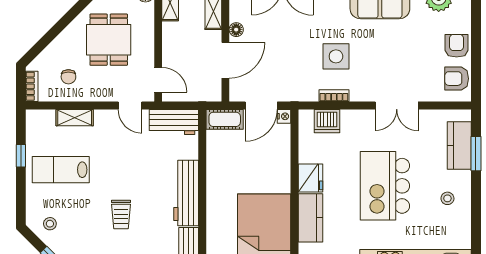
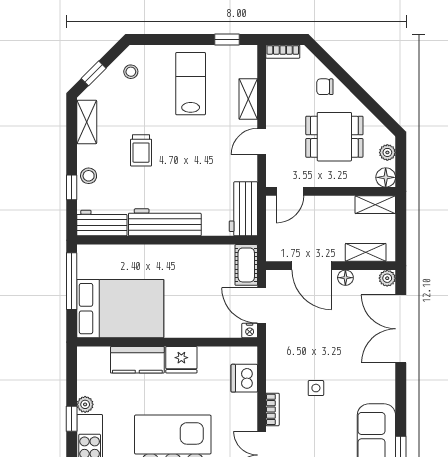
side table: (336, 56) -> (316, 388), width x0.54, depth x0.54
chair: (68, 77) -> (325, 87), moved
bookcase: (334, 96) -> (272, 409), moved
door: (130, 105) -> (262, 141), moved
window: (21, 156) -> (227, 40), moved
trolley: (121, 214) -> (141, 150), turned -90

